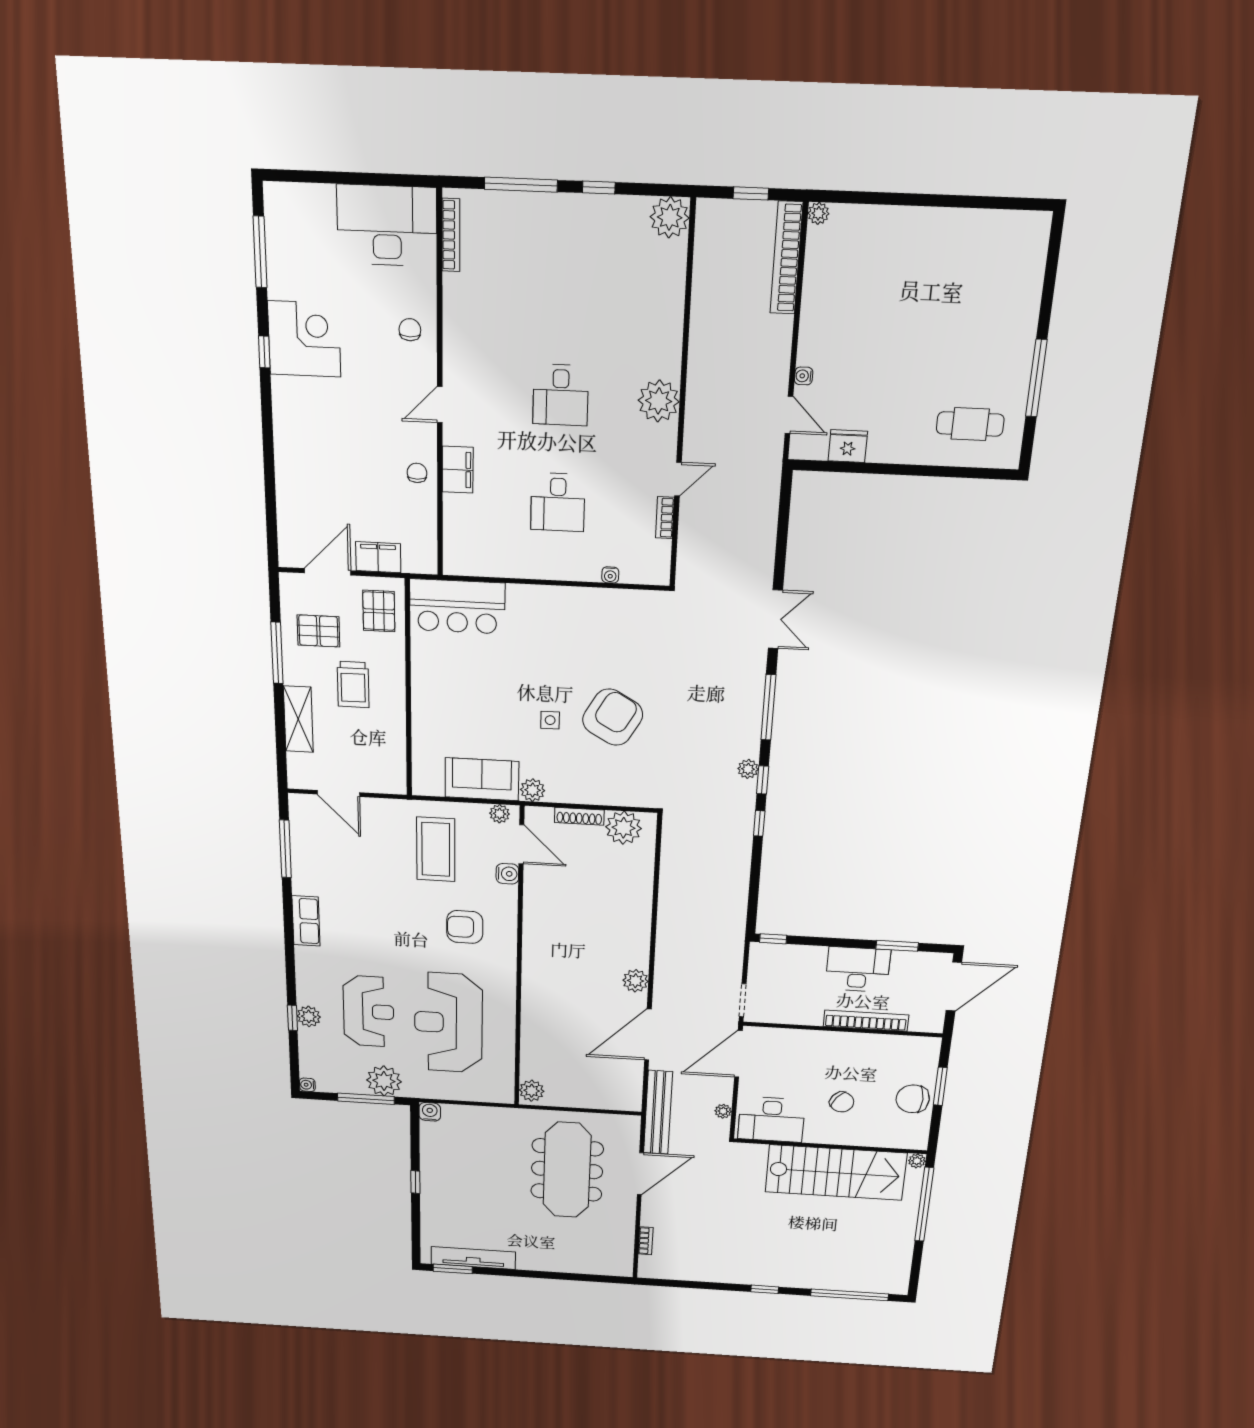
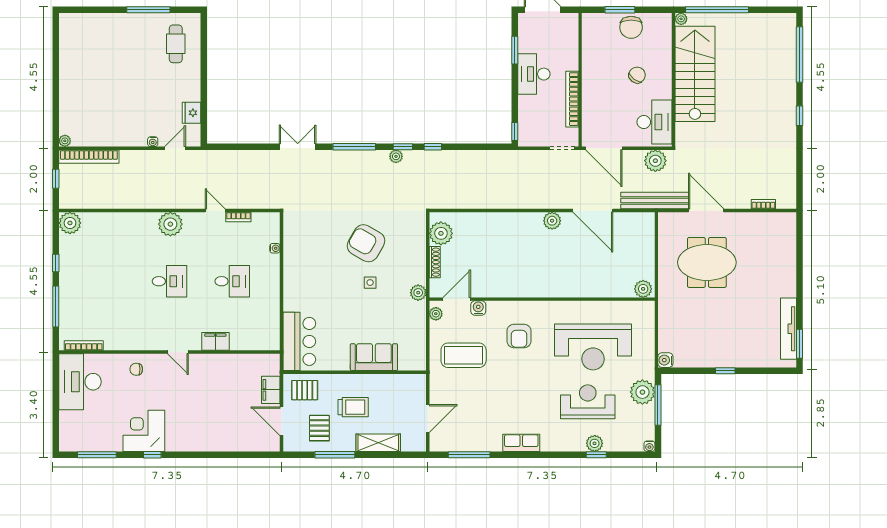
chair: (417, 473) -> (218, 366), removed
sofa: (482, 779) -> (374, 357), moved, turned 90
bookcase: (866, 1021) -> (572, 99), moved
plant: (723, 1111) -> (655, 161), width x1.87, depth x1.87
meeting table: (567, 1170) -> (707, 262), width x0.73

